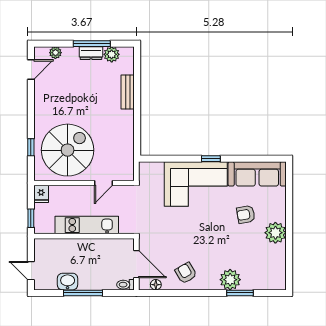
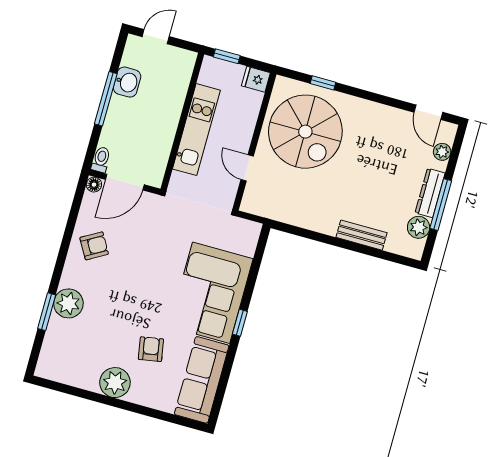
dresser: (91, 53) -> (430, 193), width x1.44
floor lamp: (156, 285) -> (94, 185), moved

